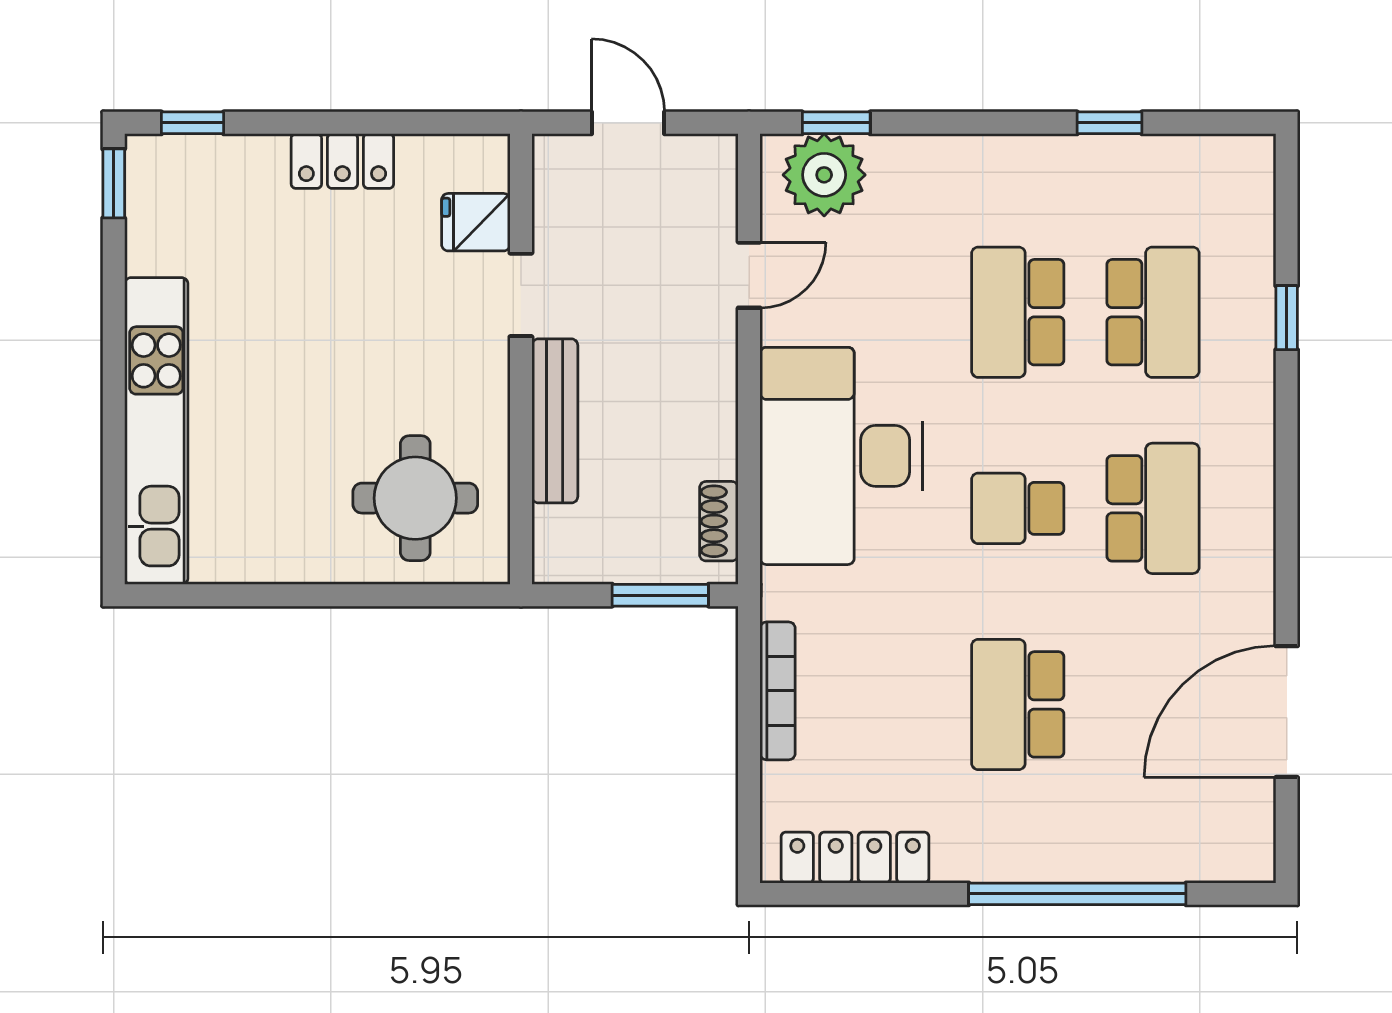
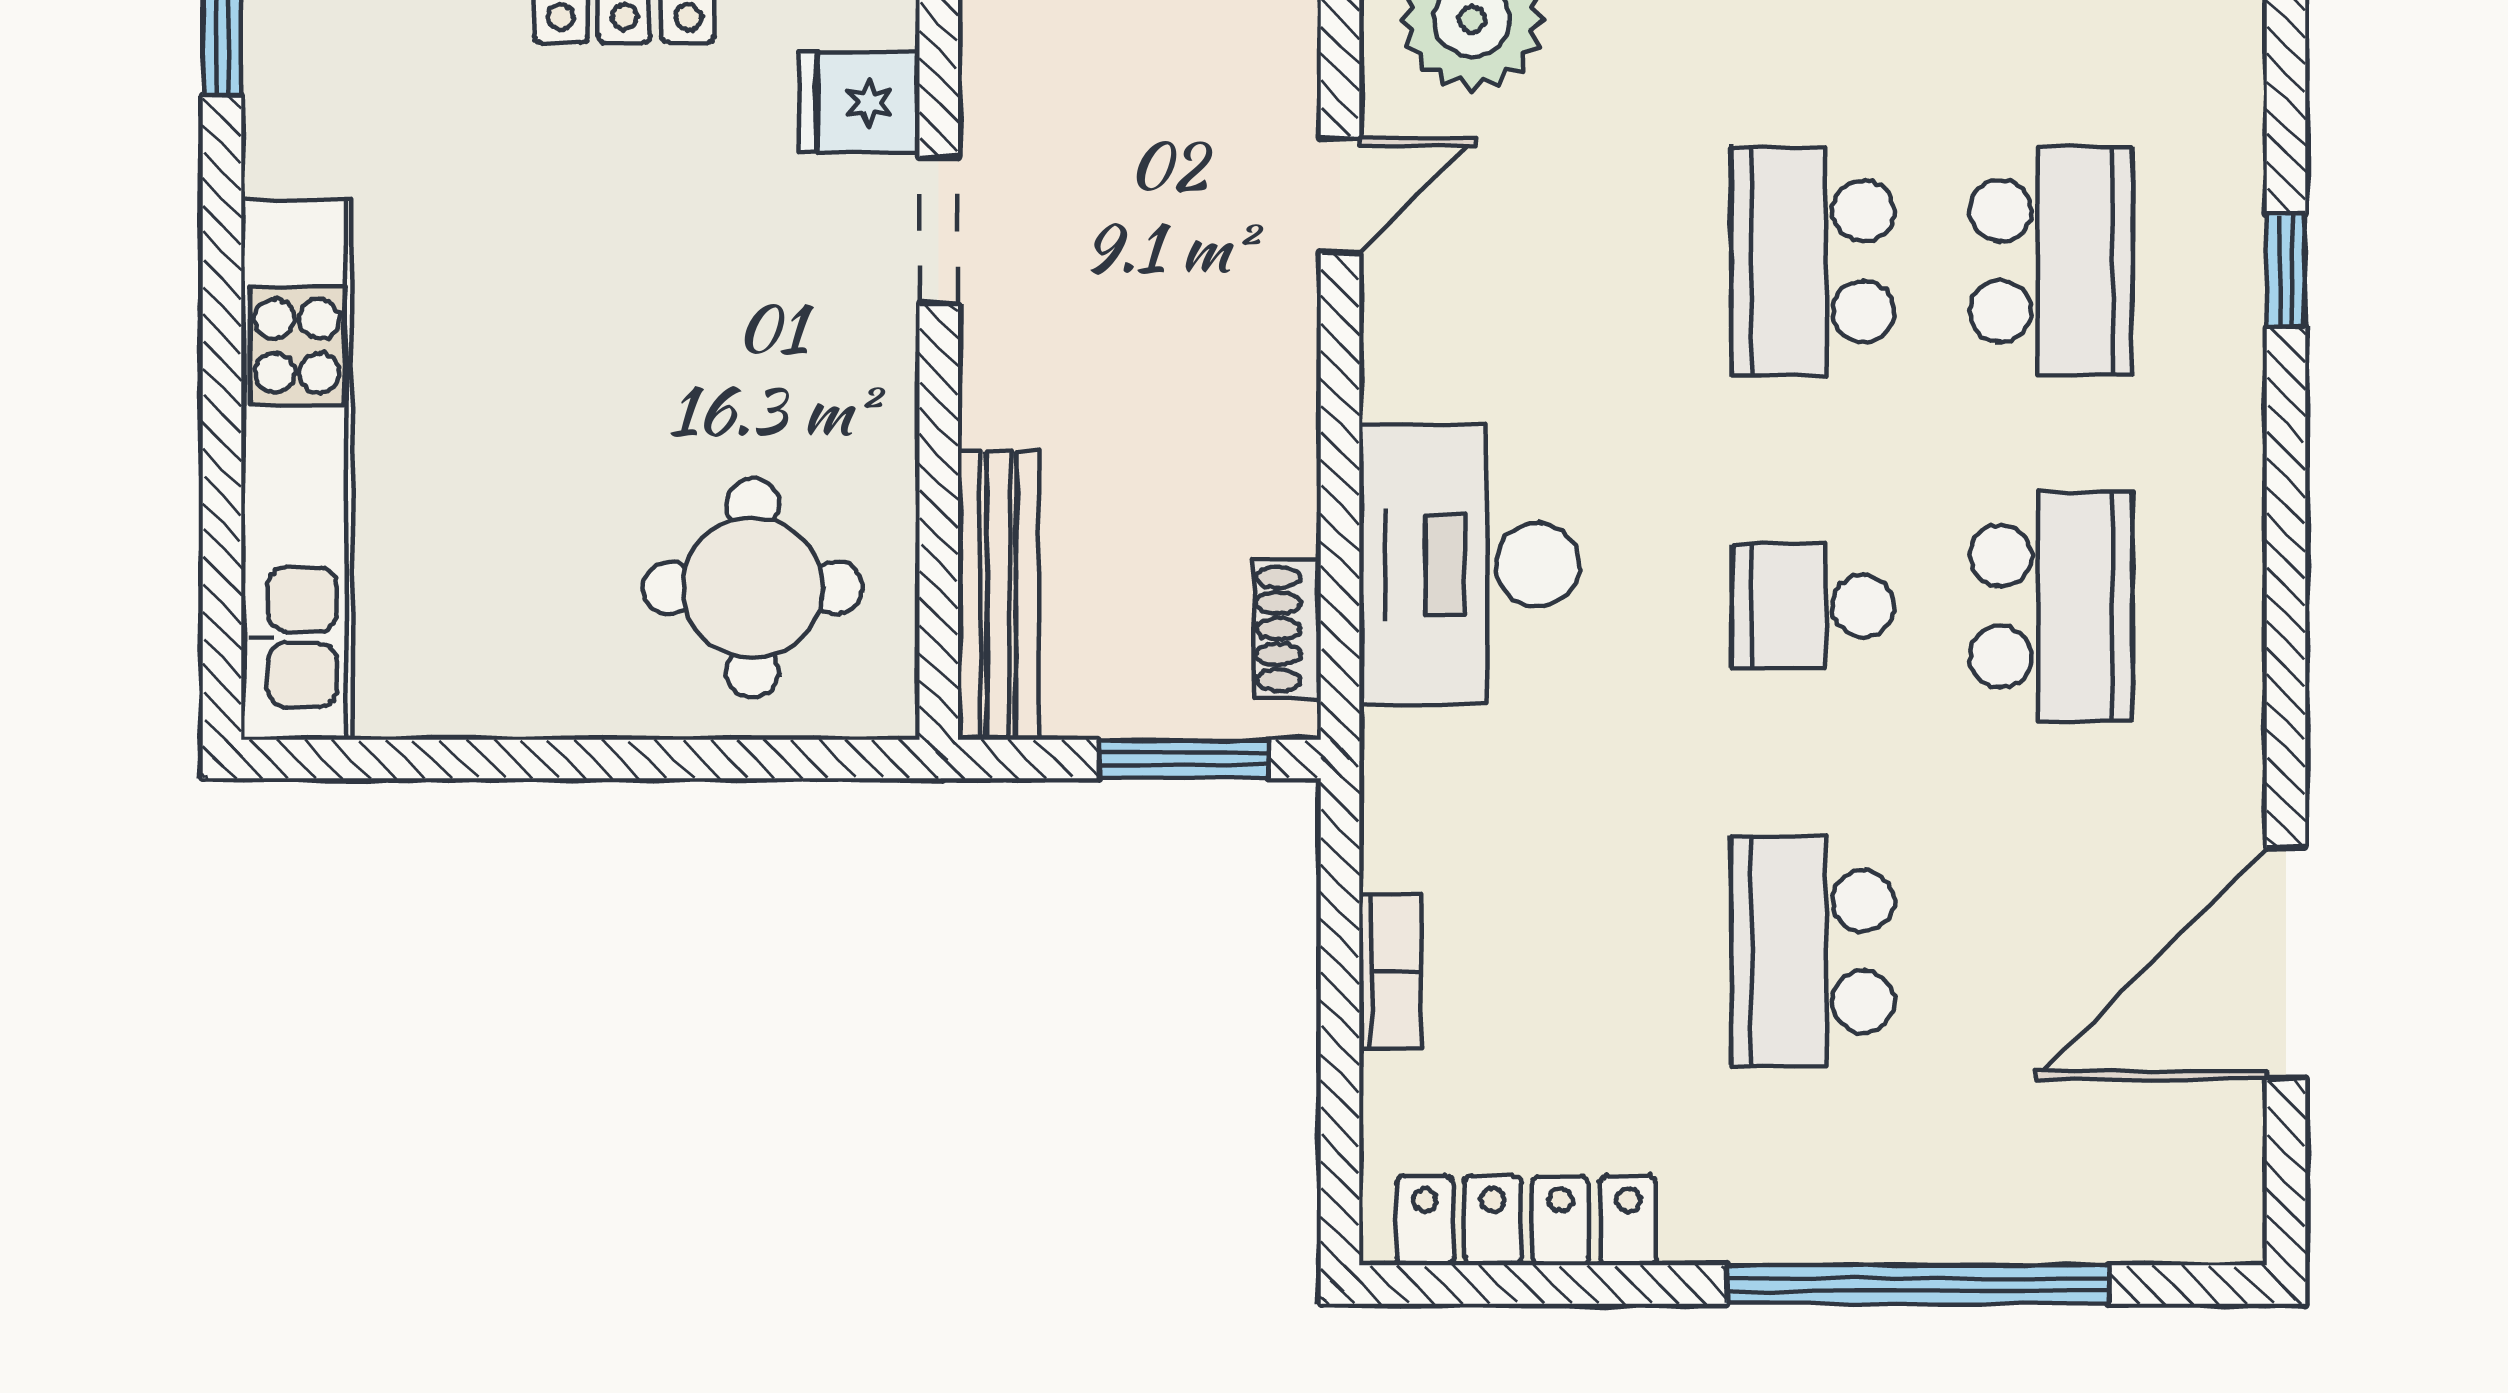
bench: (555, 421) -> (998, 595), moved
desk: (841, 456) -> (1469, 565), width x0.73, depth x0.77
bookcase: (778, 691) -> (1390, 971), width x0.64

